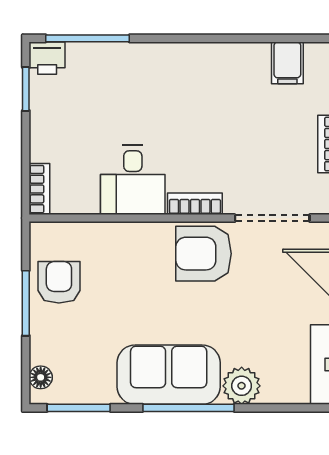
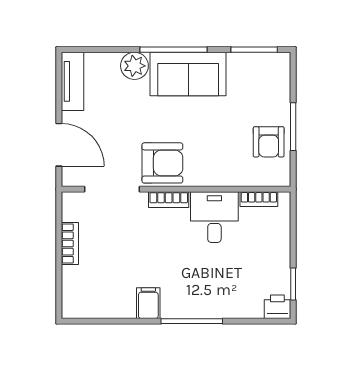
window: (88, 38) -> (192, 321), moved
filing cabinet: (287, 63) -> (148, 303), moved
bookcase: (39, 189) -> (259, 199), moved, turned -90
floor lamp: (41, 377) -> (282, 72), removed

